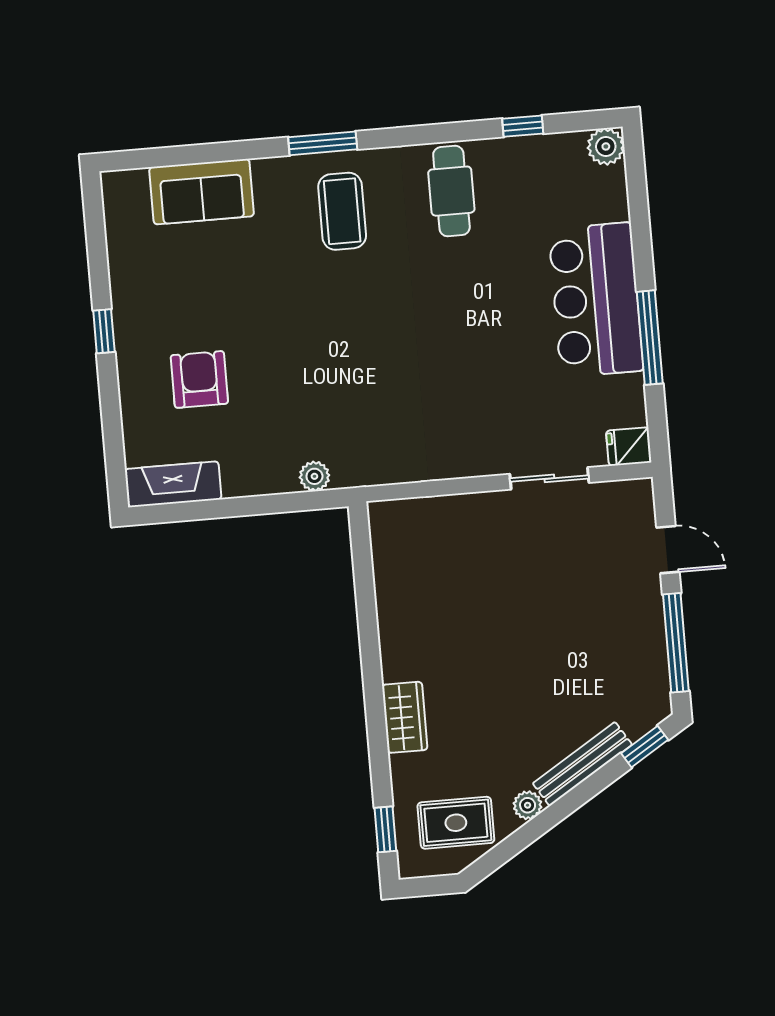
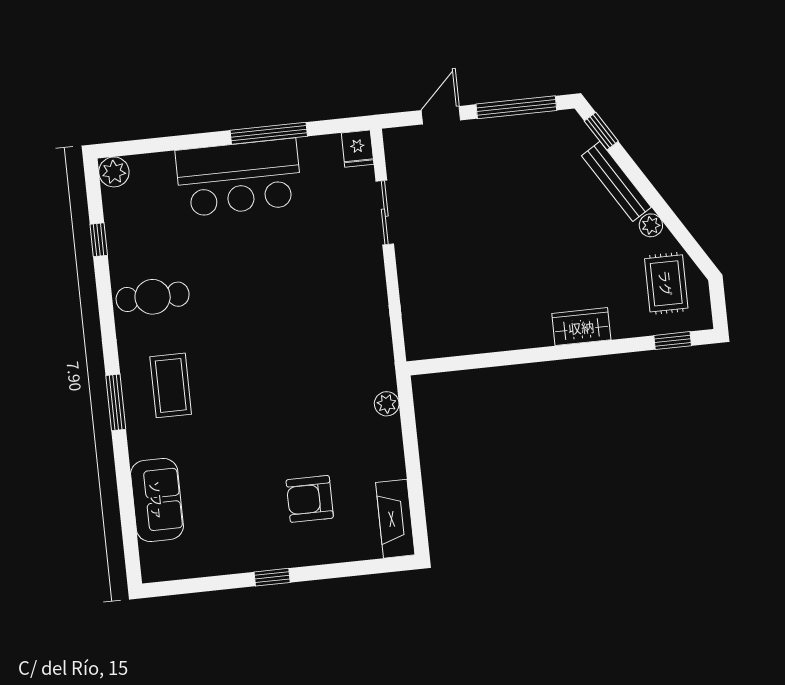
coffee table: (342, 211) -> (171, 385), turned 90

